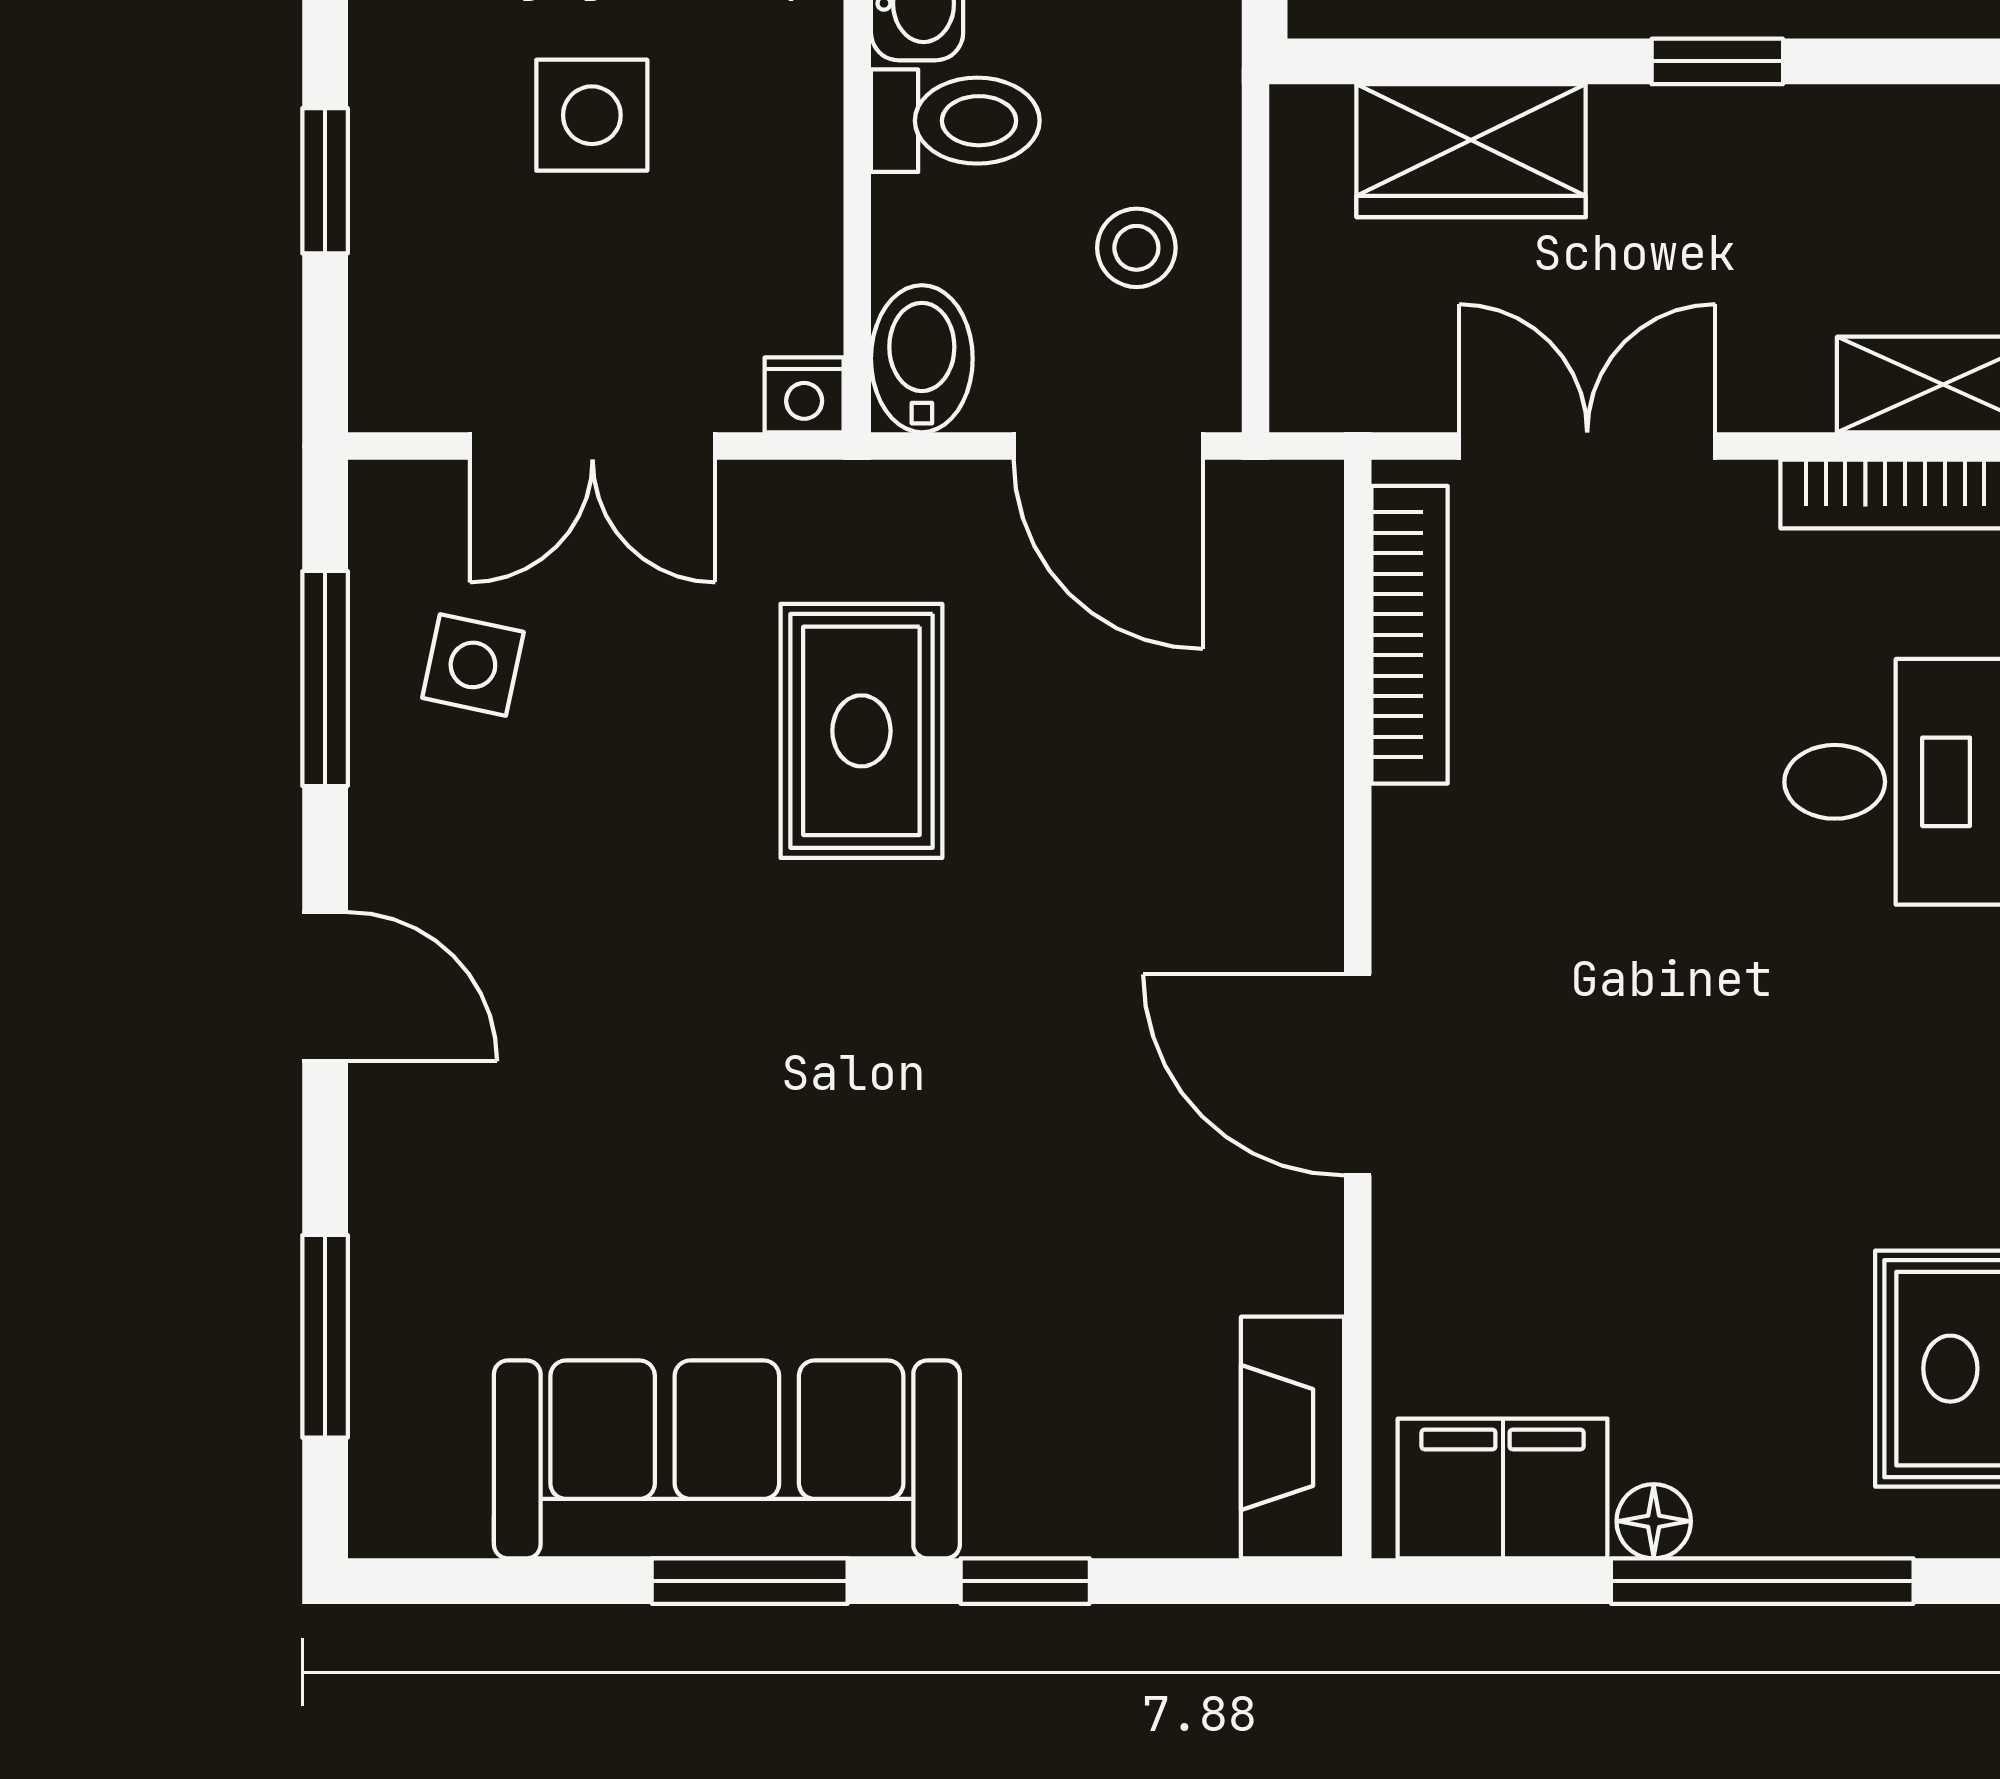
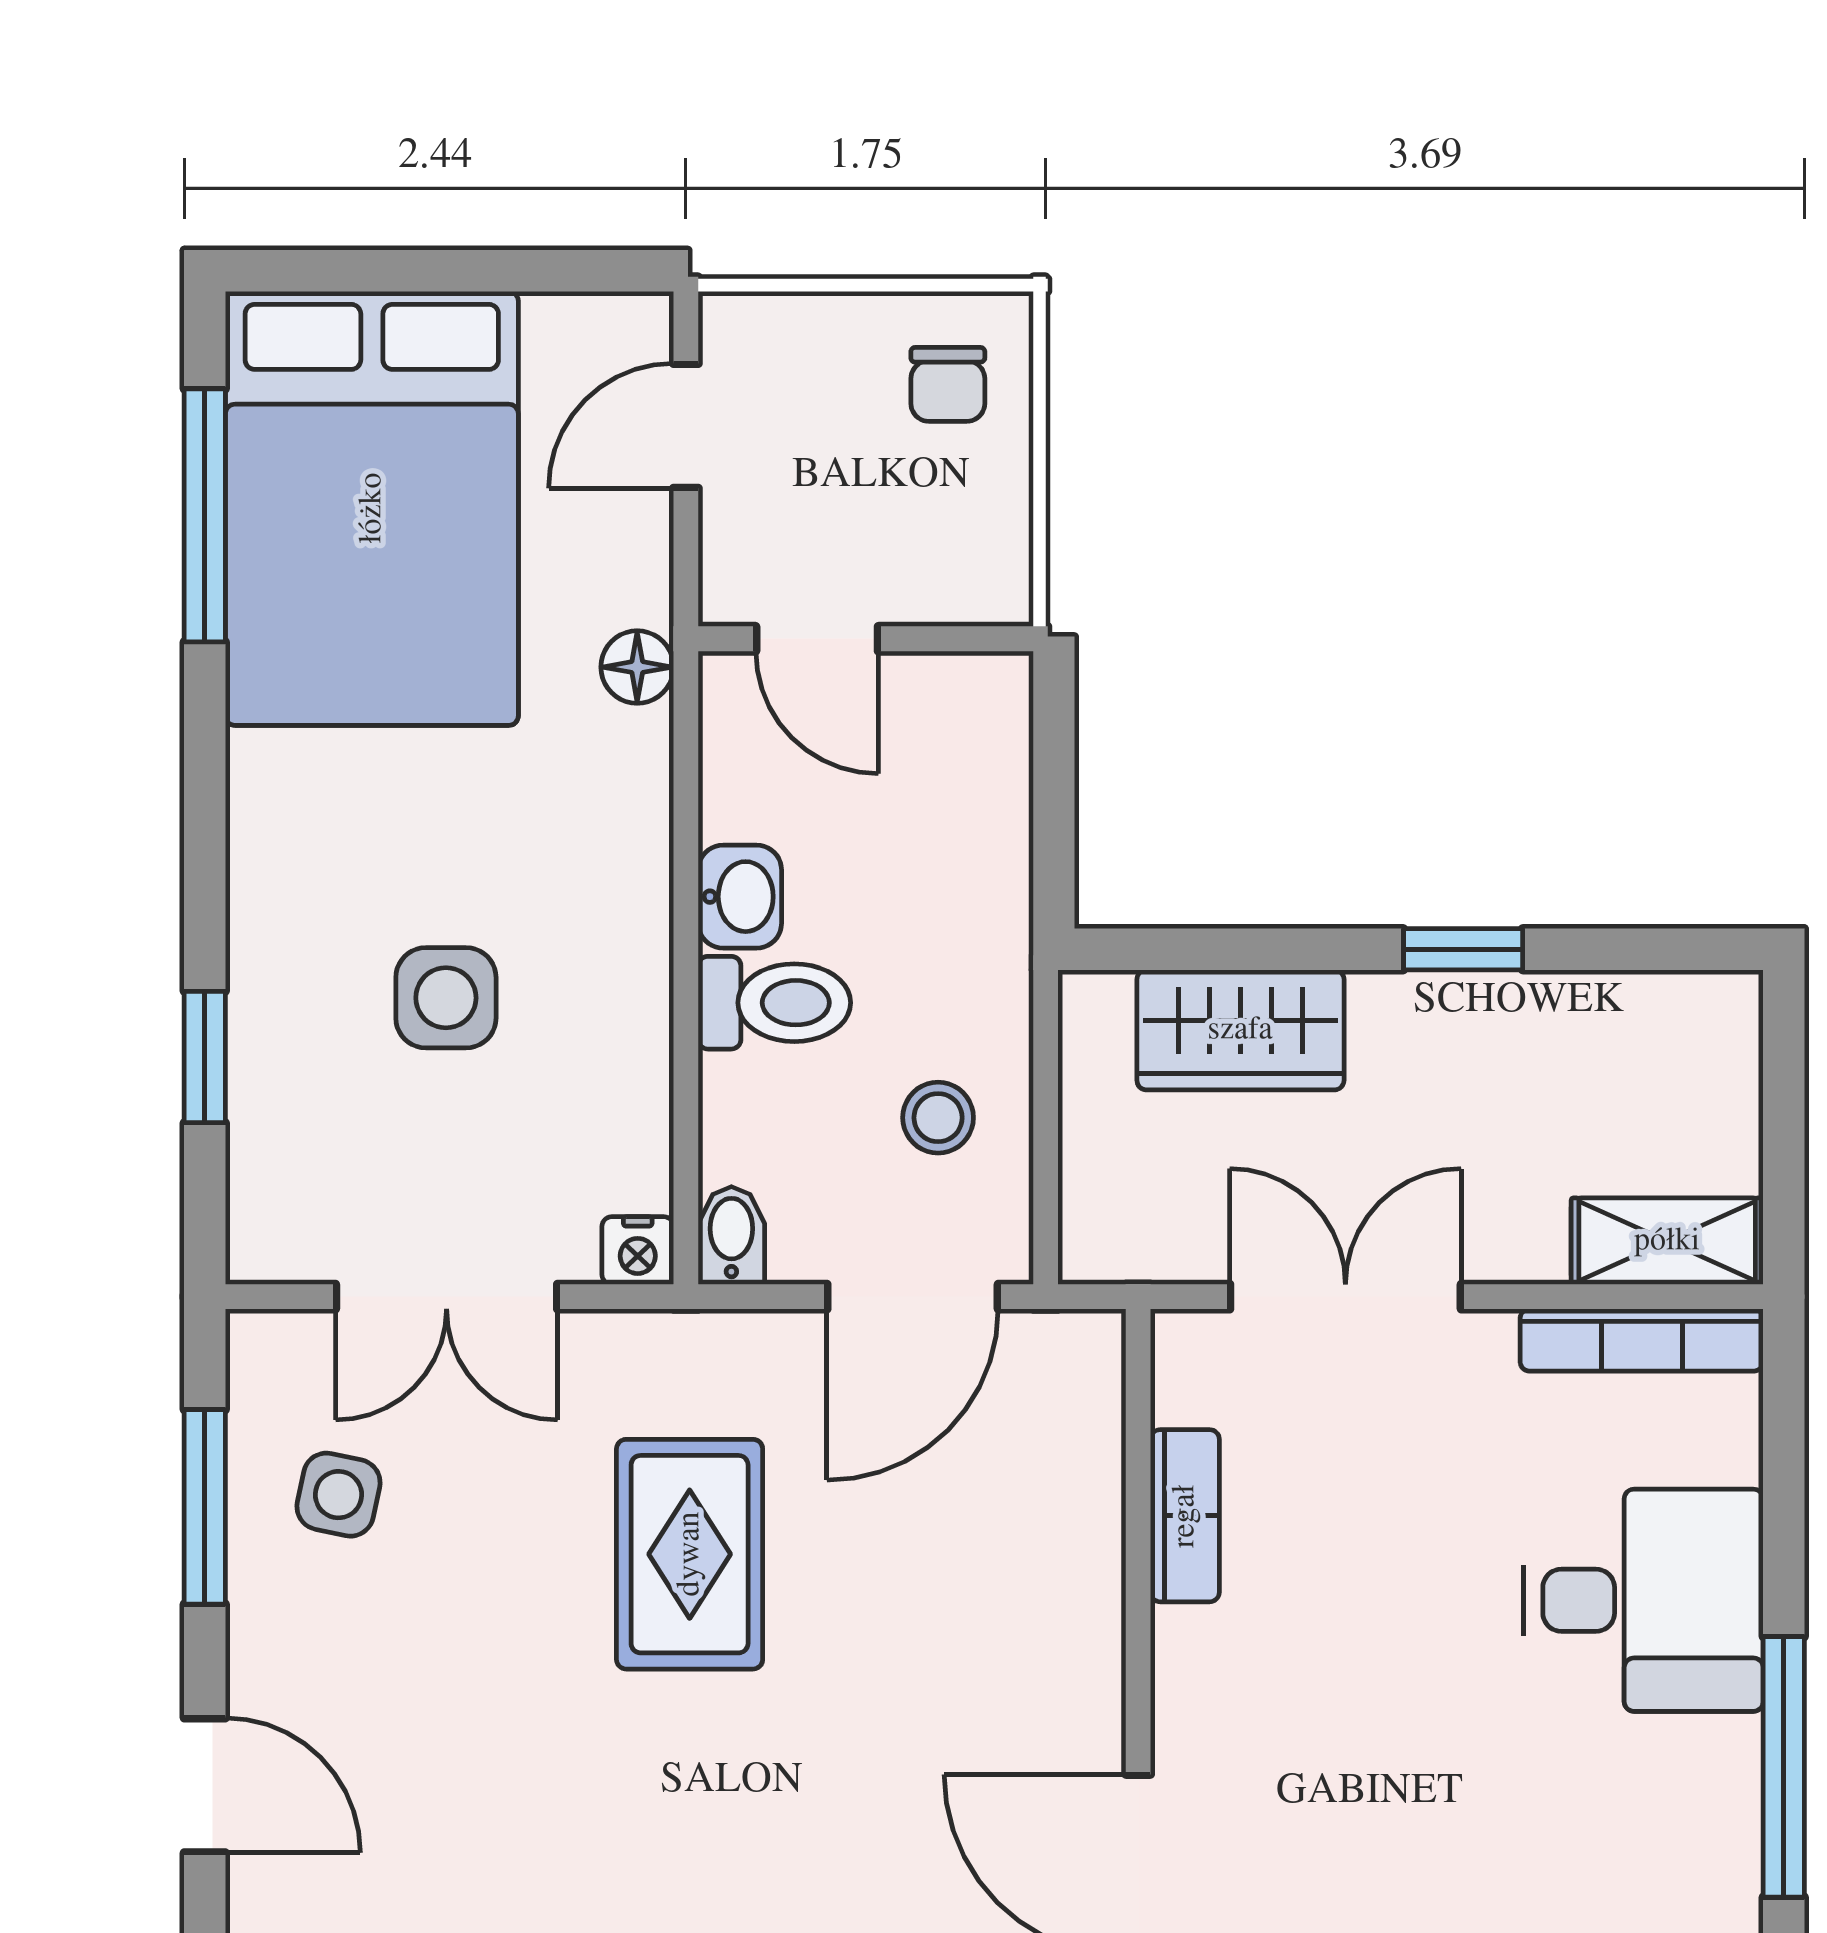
bidet: (922, 359) -> (731, 1235), width x0.72, depth x0.74
door: (1108, 446) -> (913, 1297), hinge flipped
bookcase: (1410, 635) -> (1185, 1516), width x0.64

